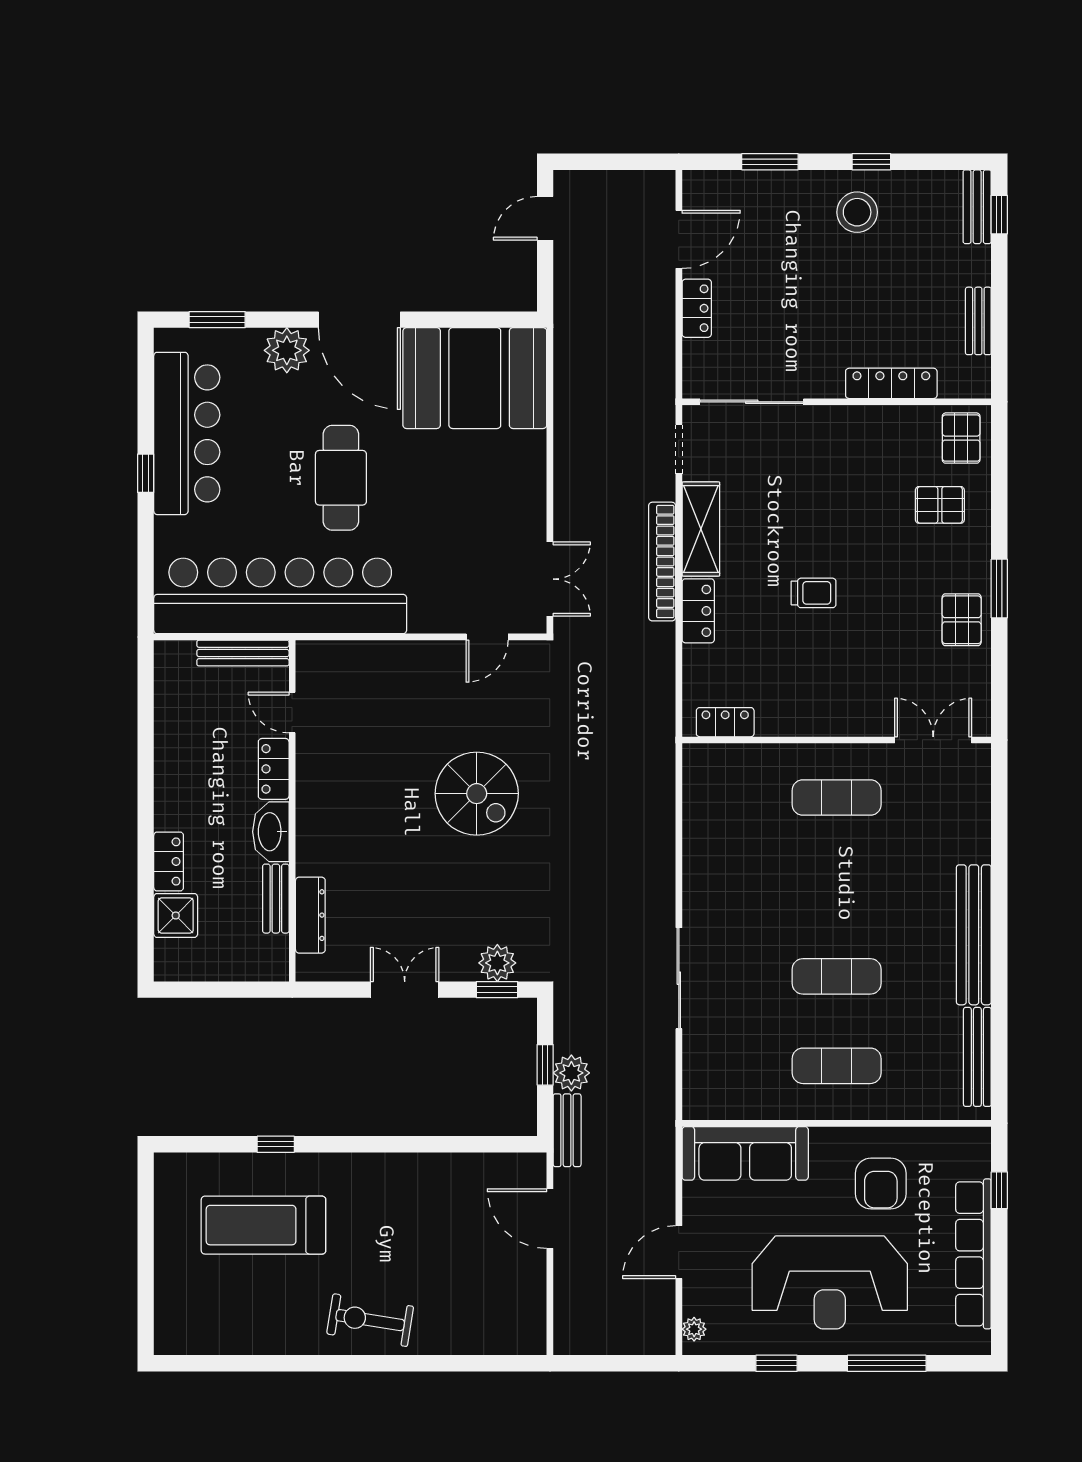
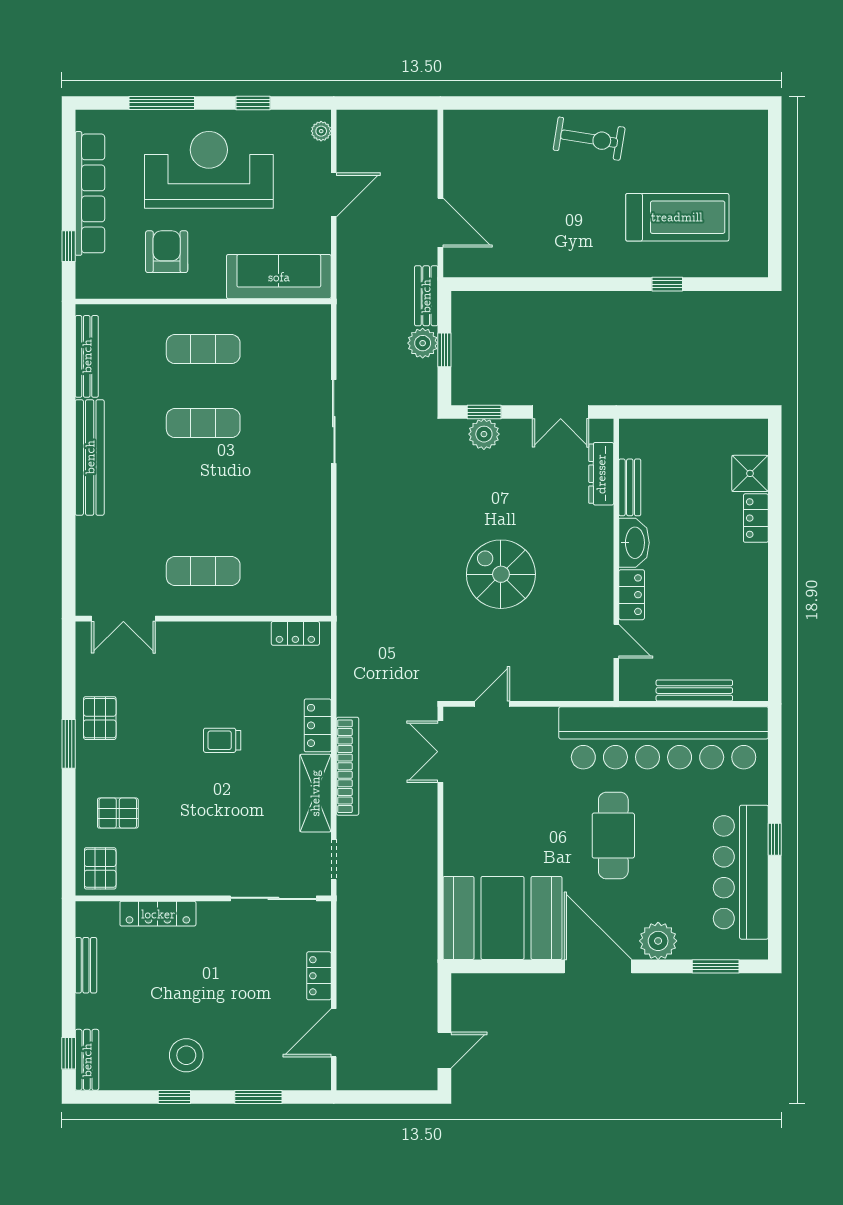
door: (292, 713) -> (616, 641), moved
locker: (274, 769) -> (632, 595), moved
wall: (292, 811) -> (616, 560), moved
washbasin: (271, 832) -> (634, 543), moved
bench: (276, 899) -> (630, 487), moved
dresser: (310, 915) -> (601, 474), moved

